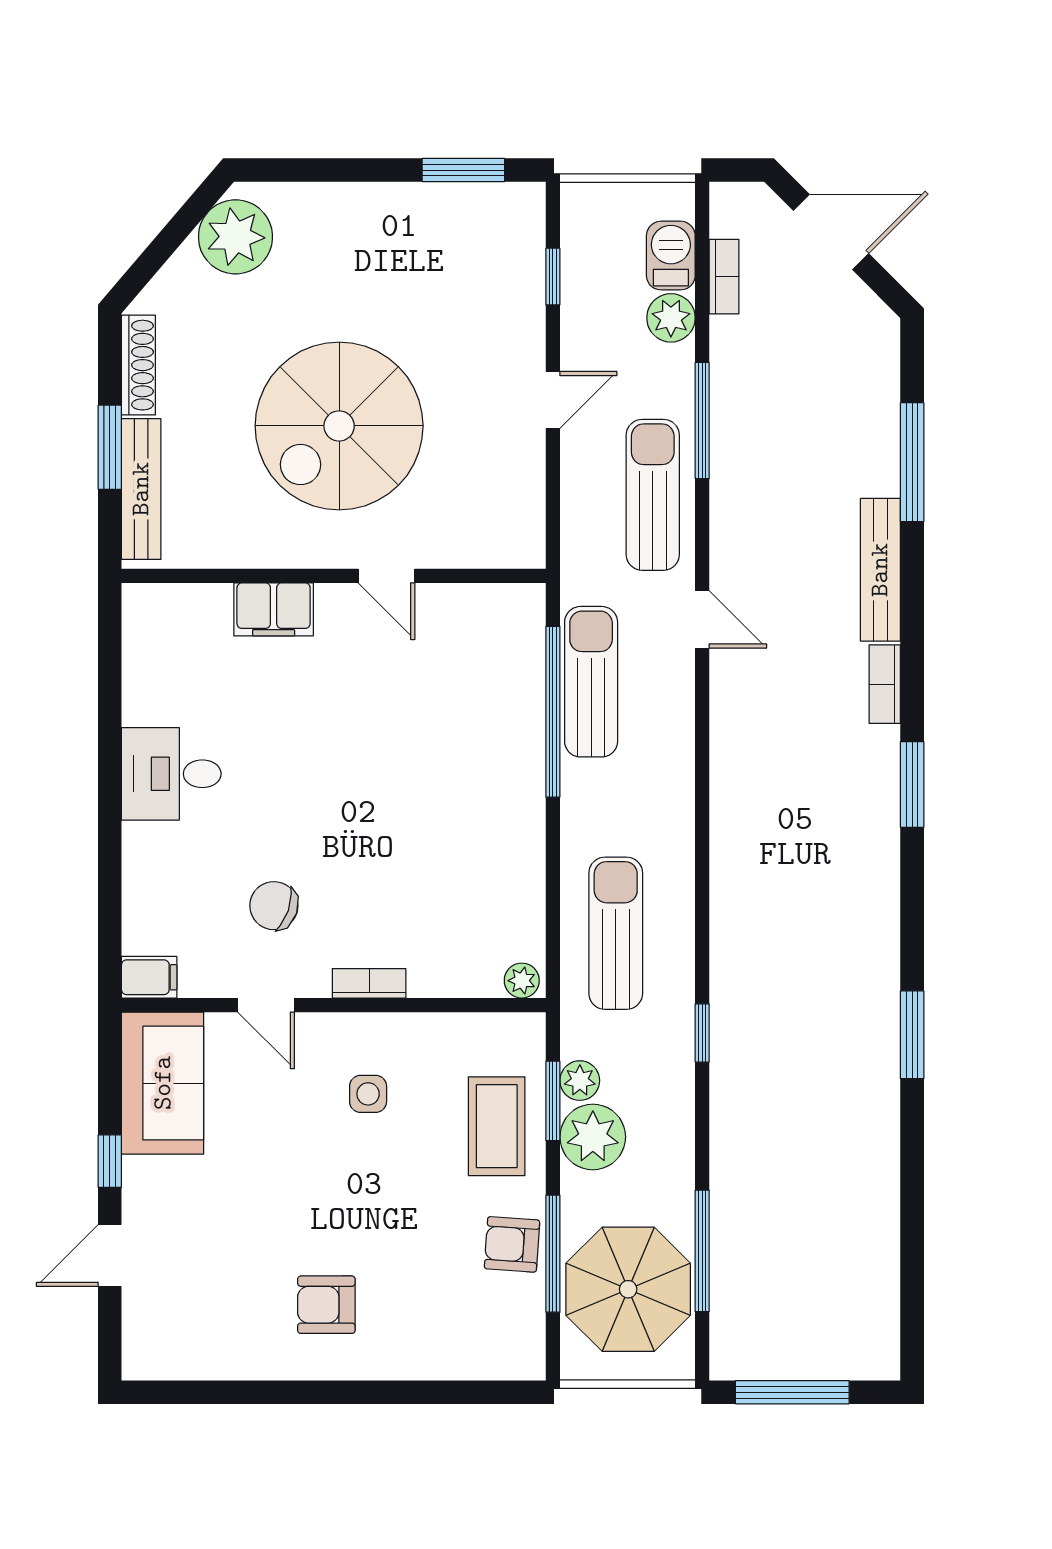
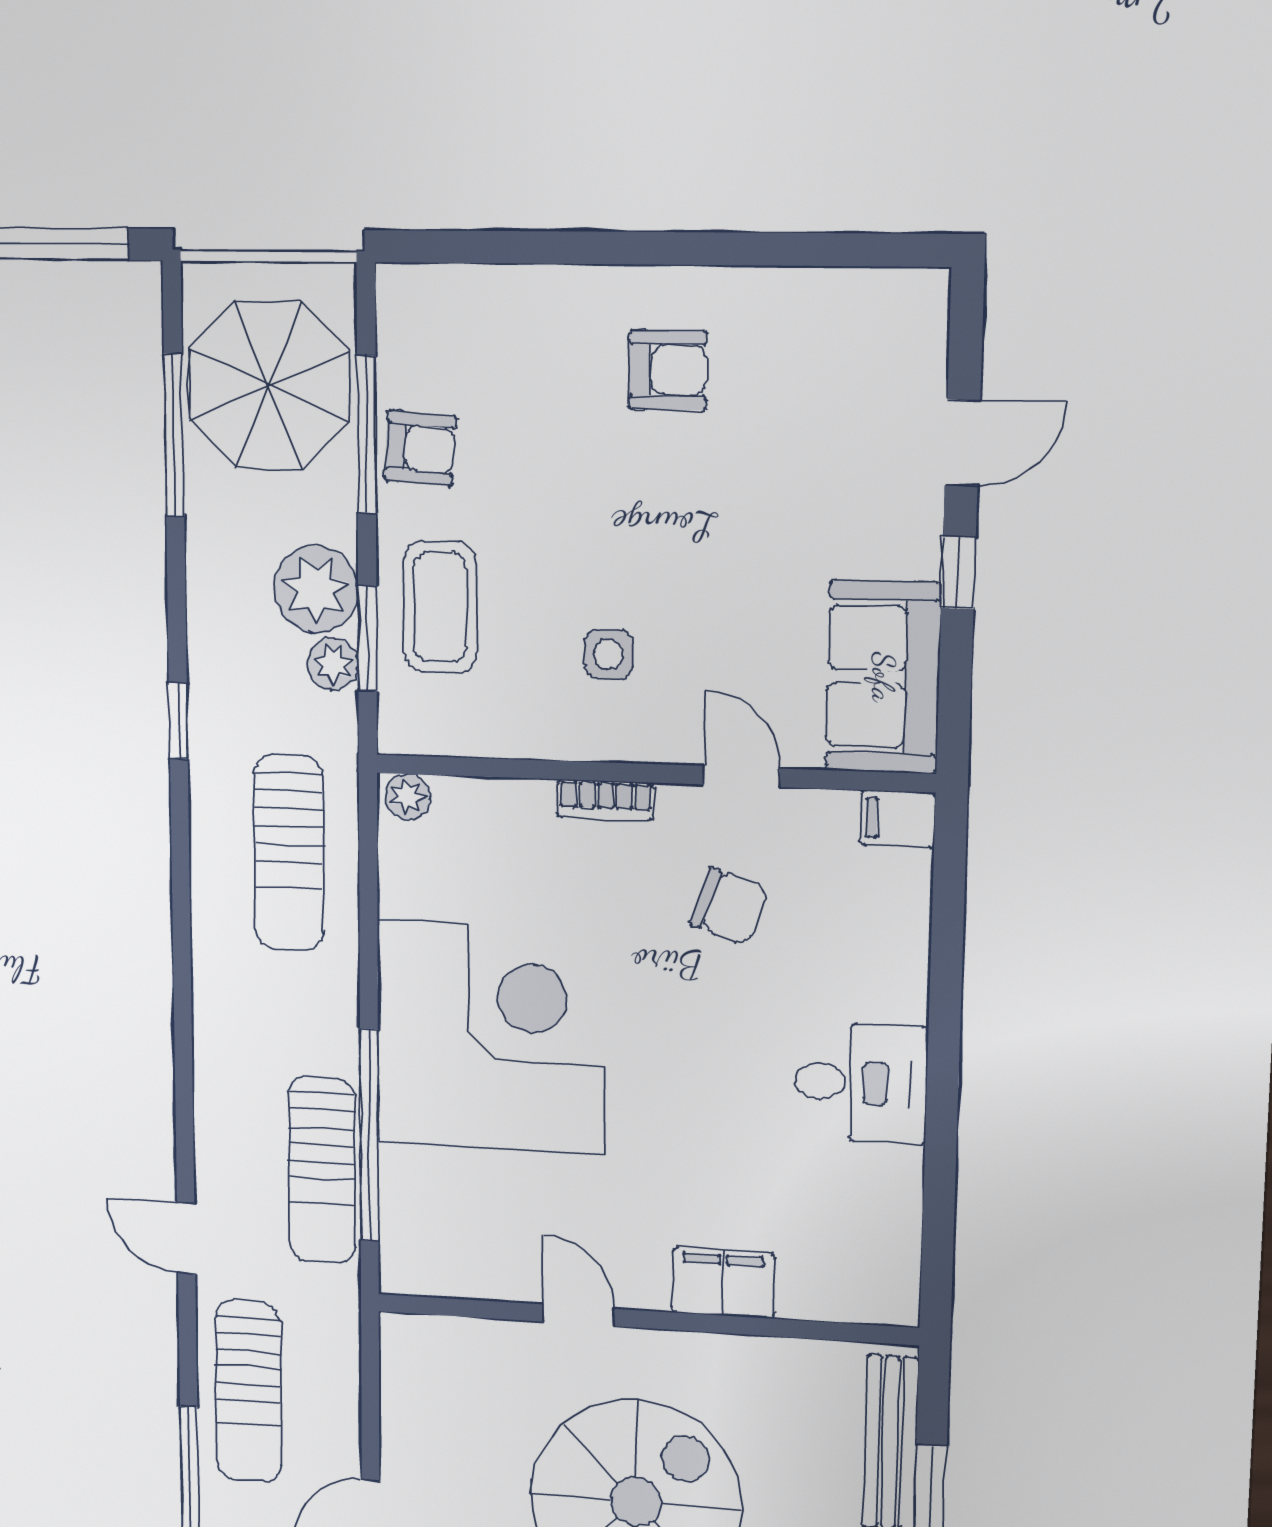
corner desk: (457, 795) -> (491, 1037), added

